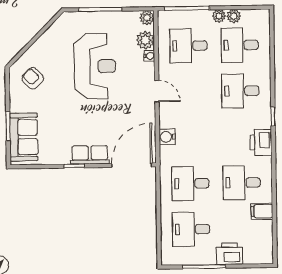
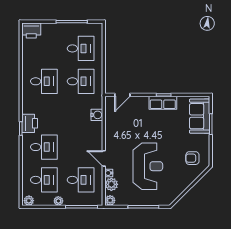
plant: (234, 16) -> (29, 201), moved
reception desk: (95, 66) -> (148, 166), turned 180
armchair: (33, 78) -> (192, 158), turned 135
door: (157, 91) -> (104, 158), moved
printer: (261, 142) -> (30, 123), moved
row of seats: (90, 155) -> (163, 103), moved
door: (132, 165) -> (122, 95), width x0.53
filing cabinet: (262, 211) -> (30, 61), removed
printer: (230, 254) -> (31, 31), moved

